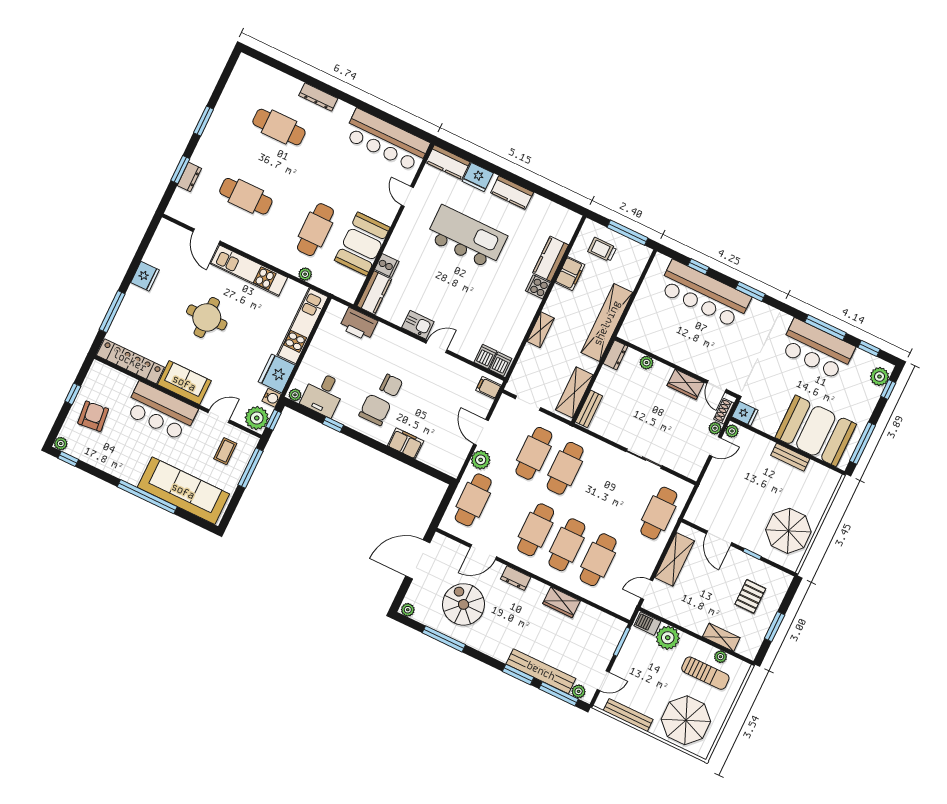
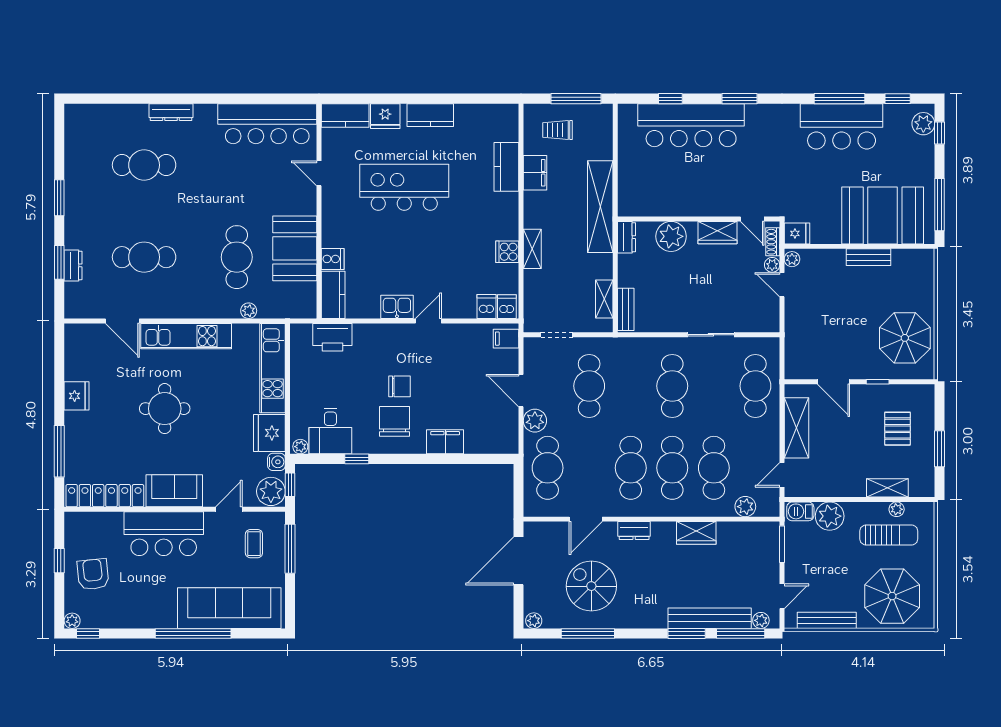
cooker: (538, 287) -> (507, 252), moved
plant: (647, 363) -> (671, 236), width x1.87, depth x1.87
shelving: (574, 392) -> (604, 299), width x0.67, depth x0.75
door: (715, 447) -> (782, 285), swing flipped
cafe table: (565, 468) -> (672, 386), moved
plant: (608, 600) -> (745, 507), added

